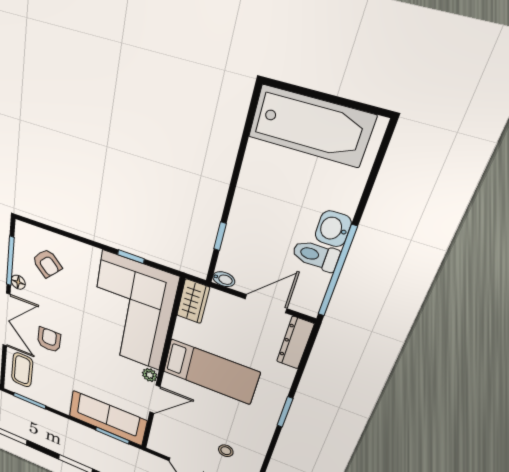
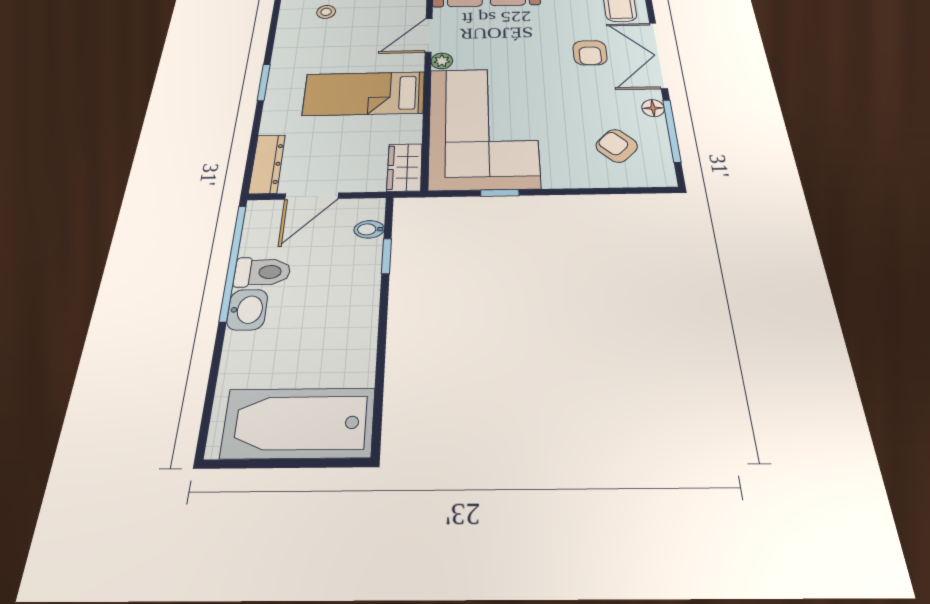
bidet: (224, 279) -> (369, 229), moved

